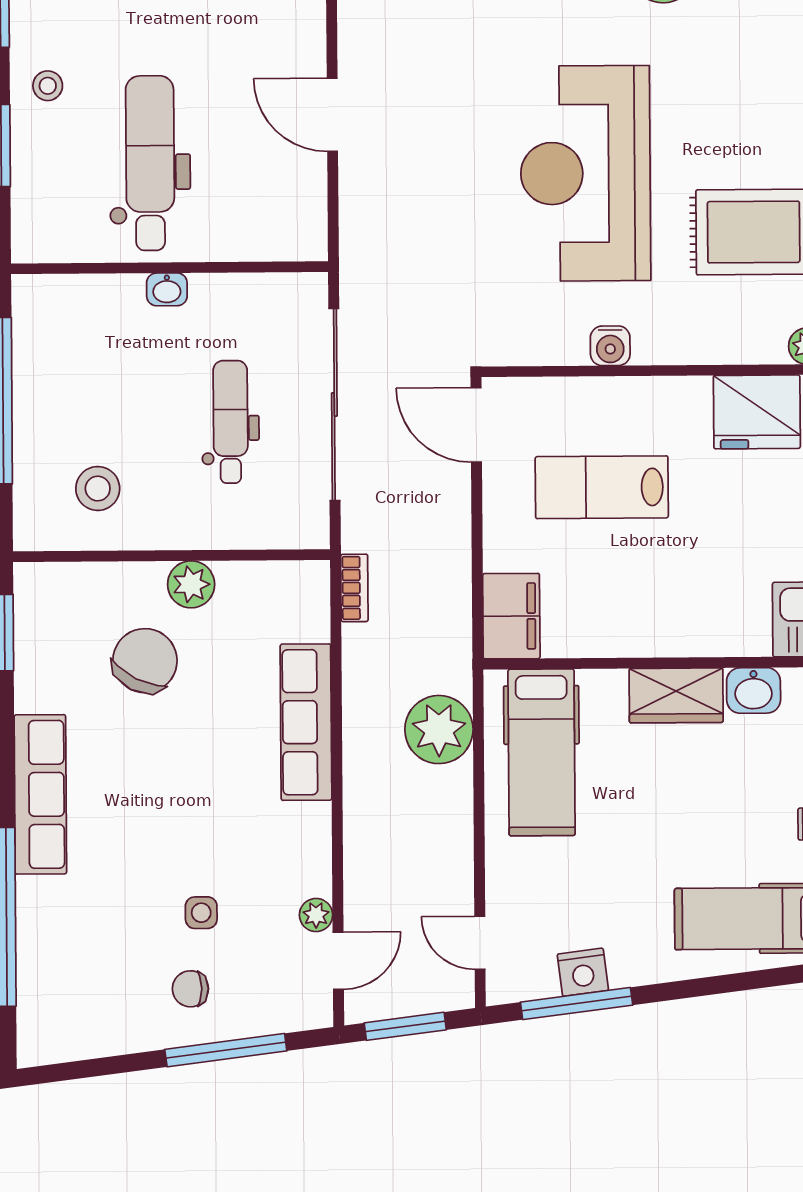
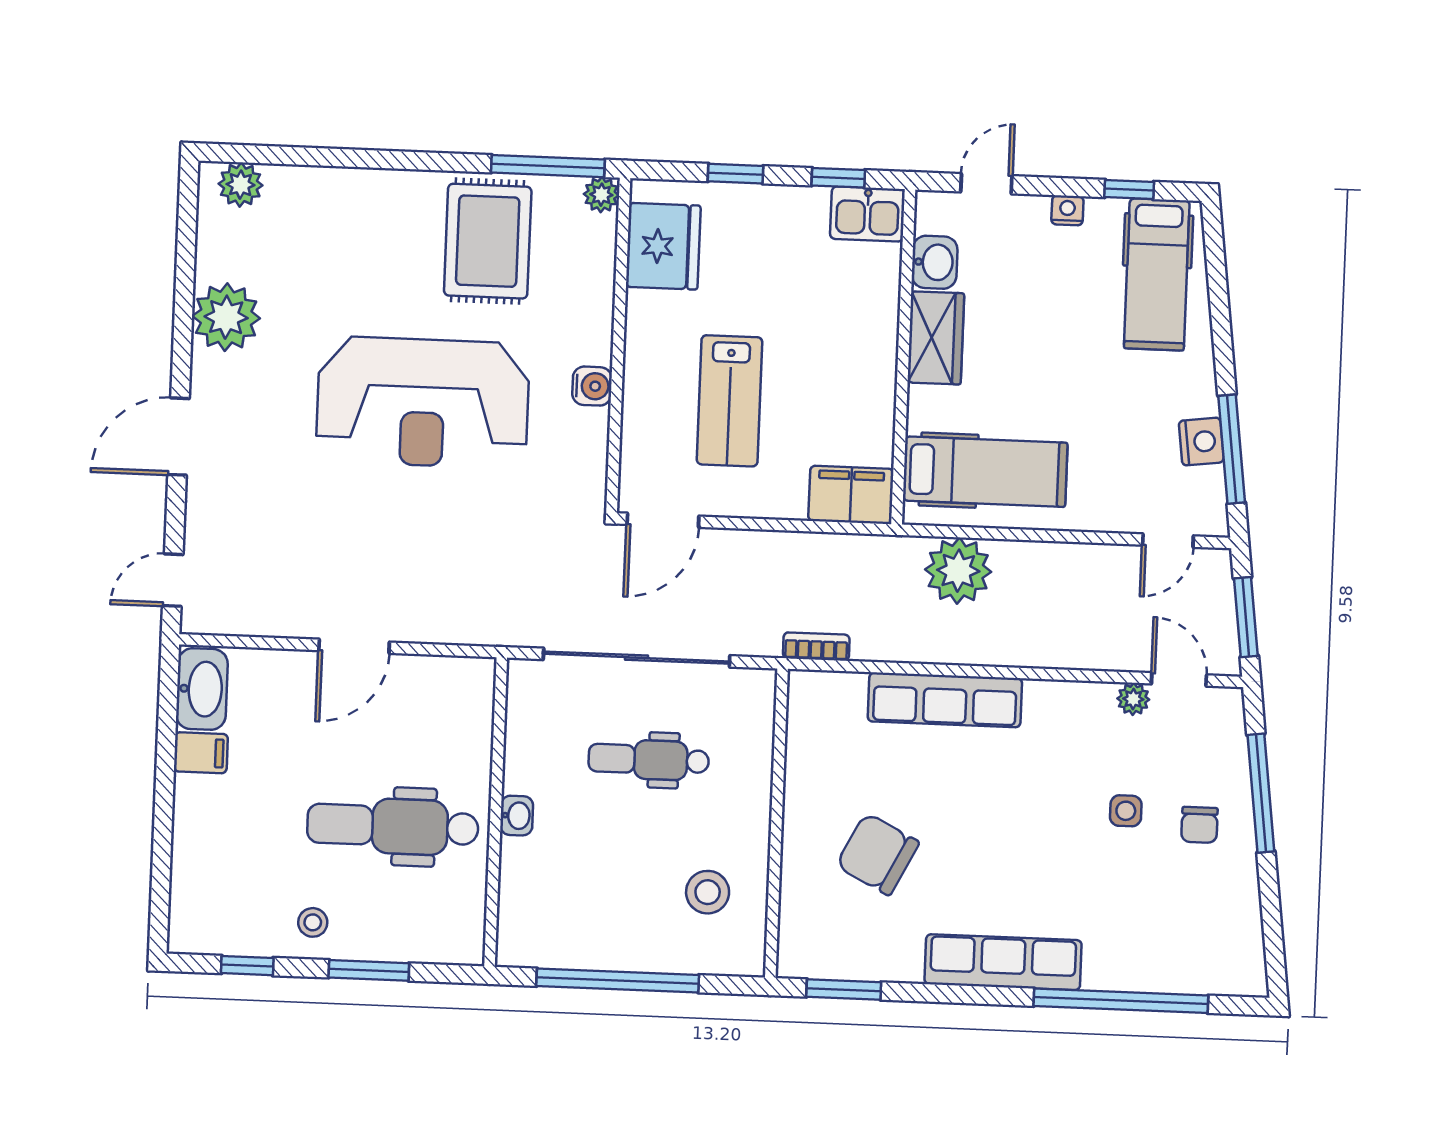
plant: (191, 584) -> (805, 806), removed

